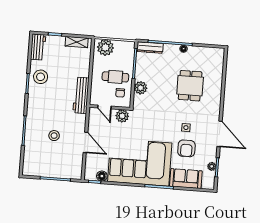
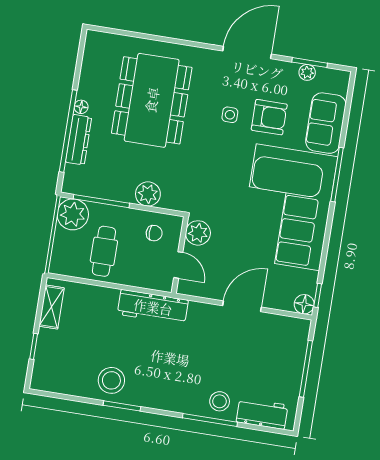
workbench: (38, 47) -> (262, 414), moved
plant: (105, 47) -> (73, 214), moved
dresser: (150, 48) -> (79, 140), moved
cafe table: (115, 77) -> (104, 251), moved
dining table: (190, 86) -> (152, 100), width x1.88, depth x1.24
door: (104, 107) -> (178, 265), hinge flipped
stool: (54, 136) -> (220, 401), moved
floor lamp: (102, 176) -> (304, 304), moved

